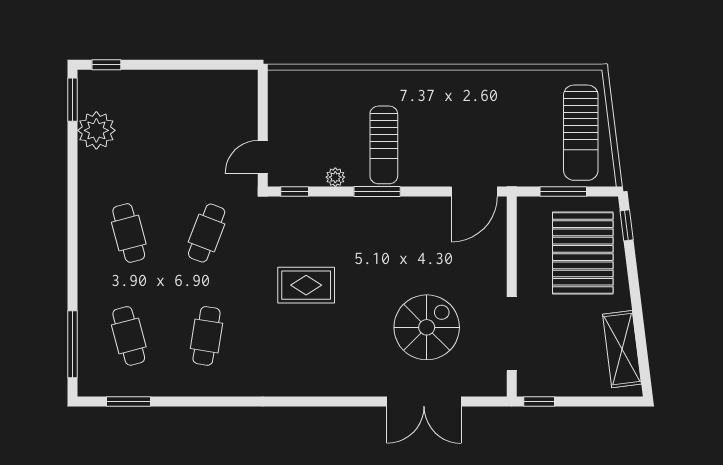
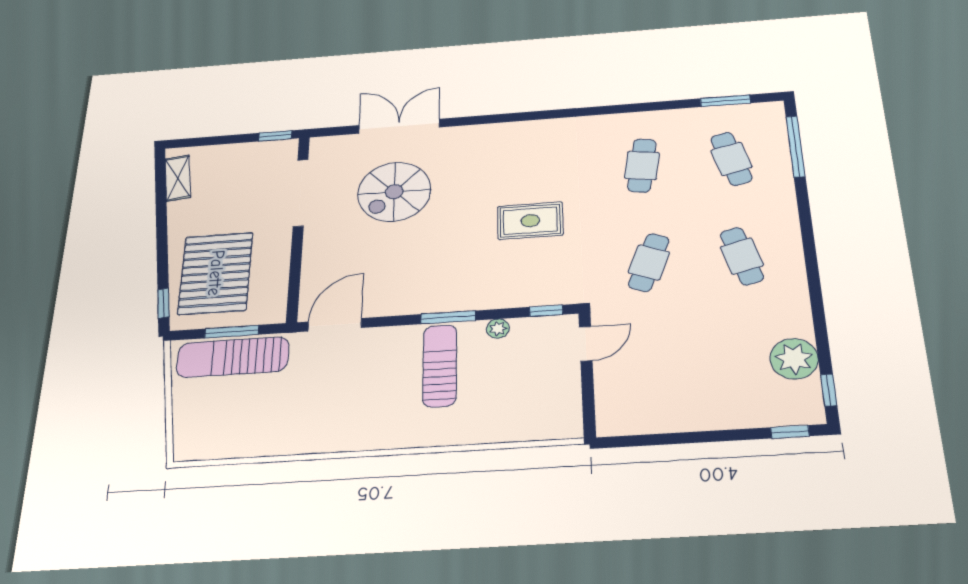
window: (72, 100) -> (829, 390), width x0.67
sun lounger: (581, 133) -> (233, 357), moved, turned -90
shelving: (622, 349) -> (178, 178), width x0.67, depth x0.75

